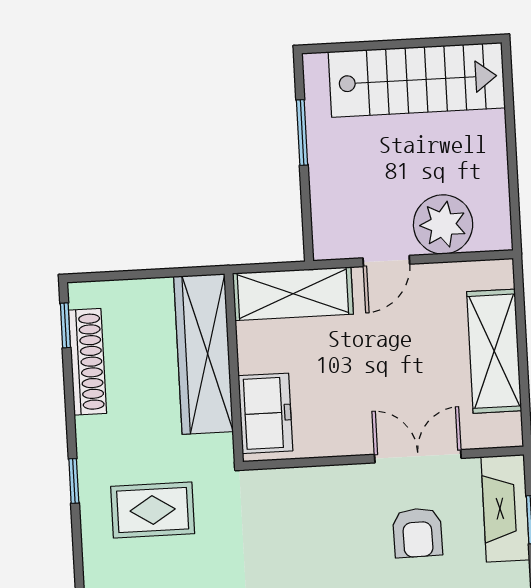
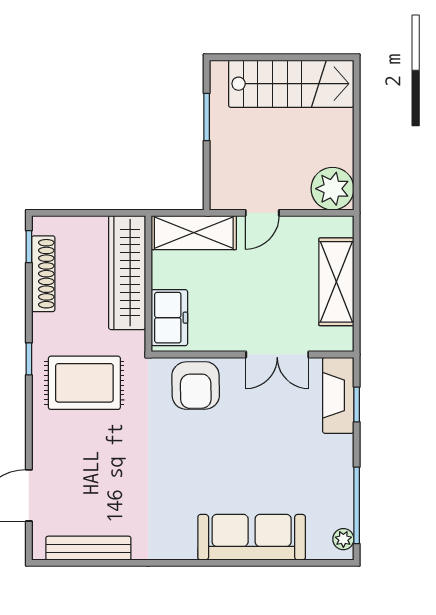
plant: (443, 224) -> (333, 189), moved
double door: (418, 456) -> (277, 355), swing flipped
rug: (153, 510) -> (84, 383), width x1.36, depth x1.43
armchair: (417, 533) -> (196, 385), moved, width x1.38, depth x1.38

